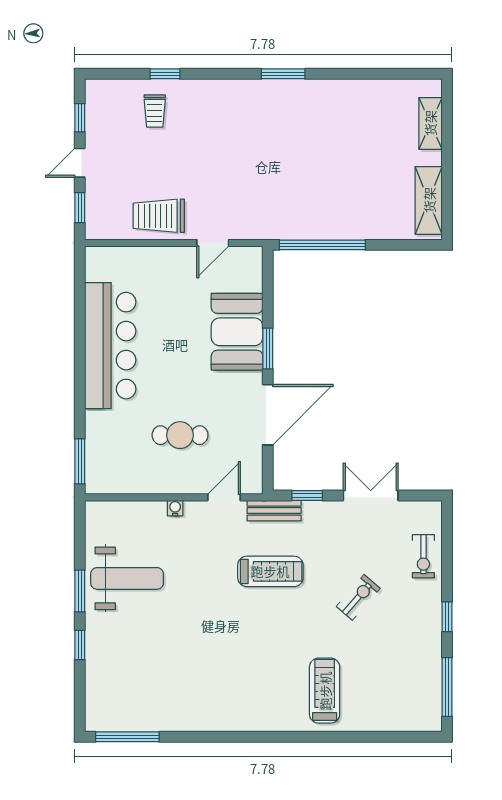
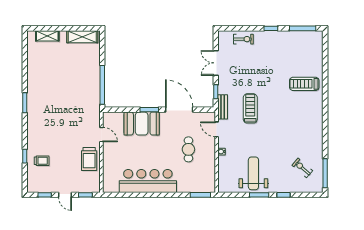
exercise bike: (358, 597) -> (302, 168), moved

